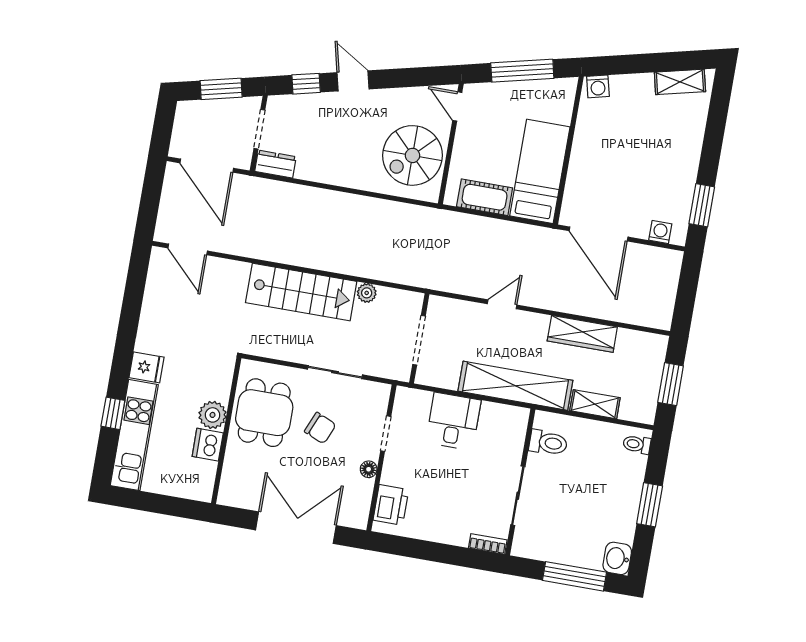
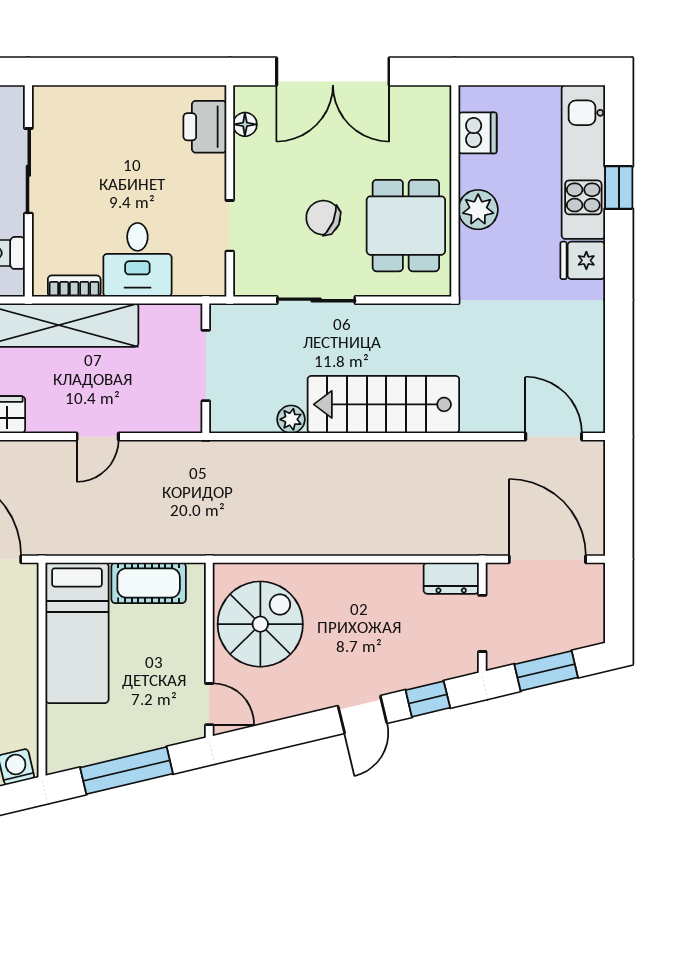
door: (353, 81) -> (362, 715), hinge flipped
dishwasher: (208, 445) -> (477, 133), moved
floor lamp: (369, 469) -> (245, 124), moved
bookcase: (488, 544) -> (74, 286), moved, turned 180

